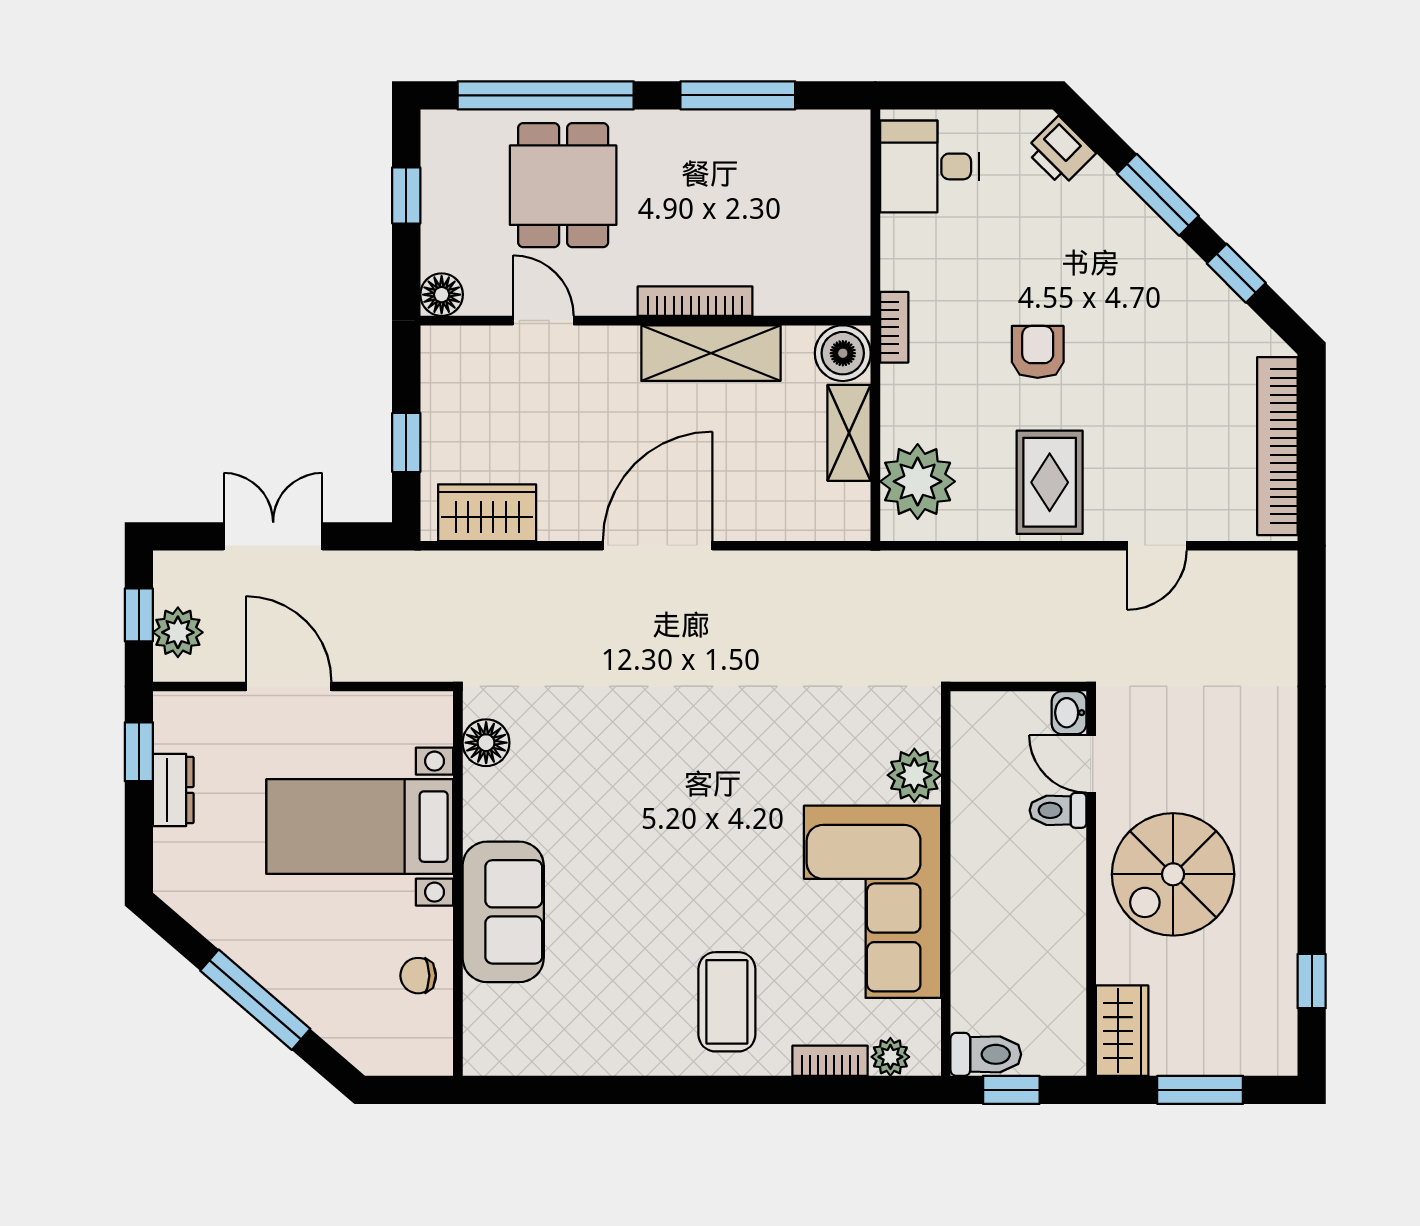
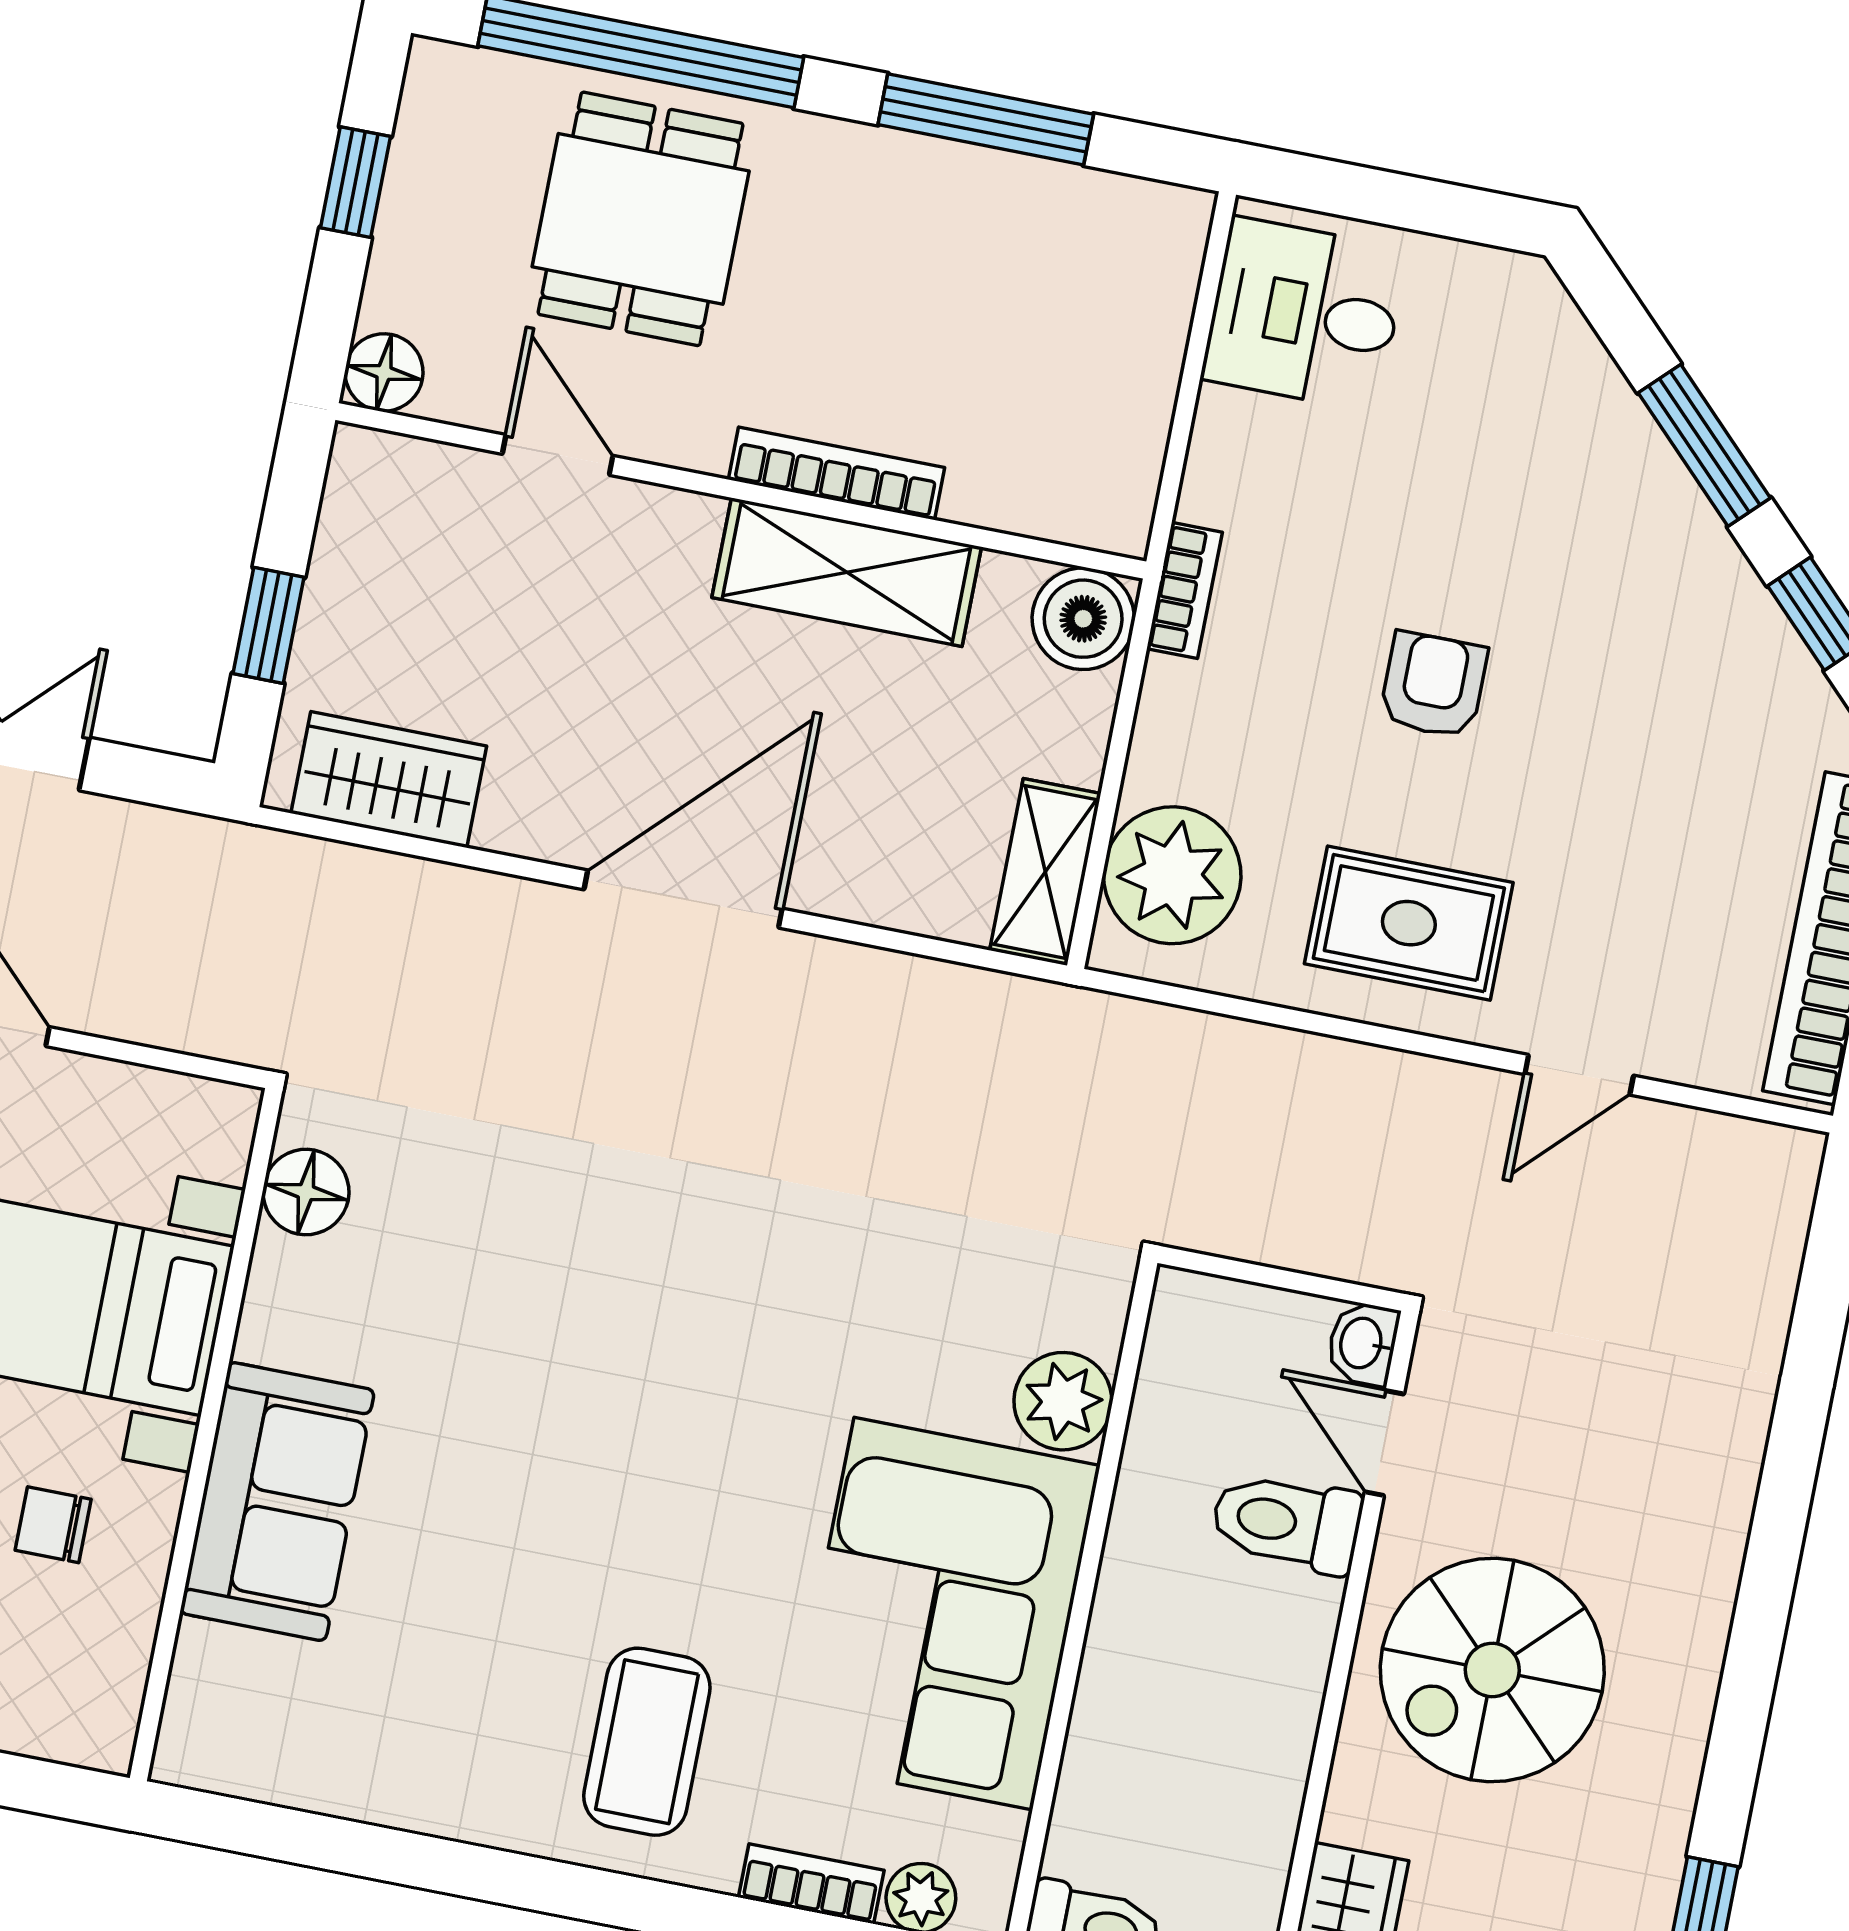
printer: (1060, 151) -> (1545, 333), removed
shelving: (849, 433) -> (1045, 872), moved
rug: (1050, 482) -> (1409, 923), turned 90
toilet: (1058, 810) -> (1287, 1523), width x1.37, depth x1.39
chair: (418, 976) -> (53, 1525), moved

